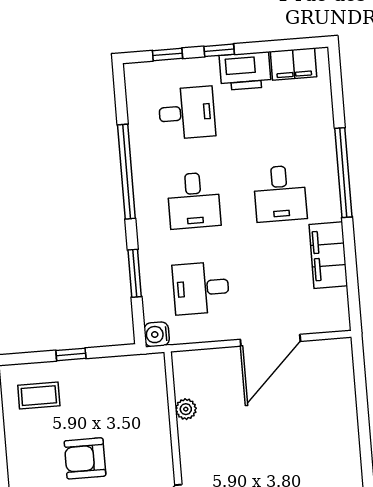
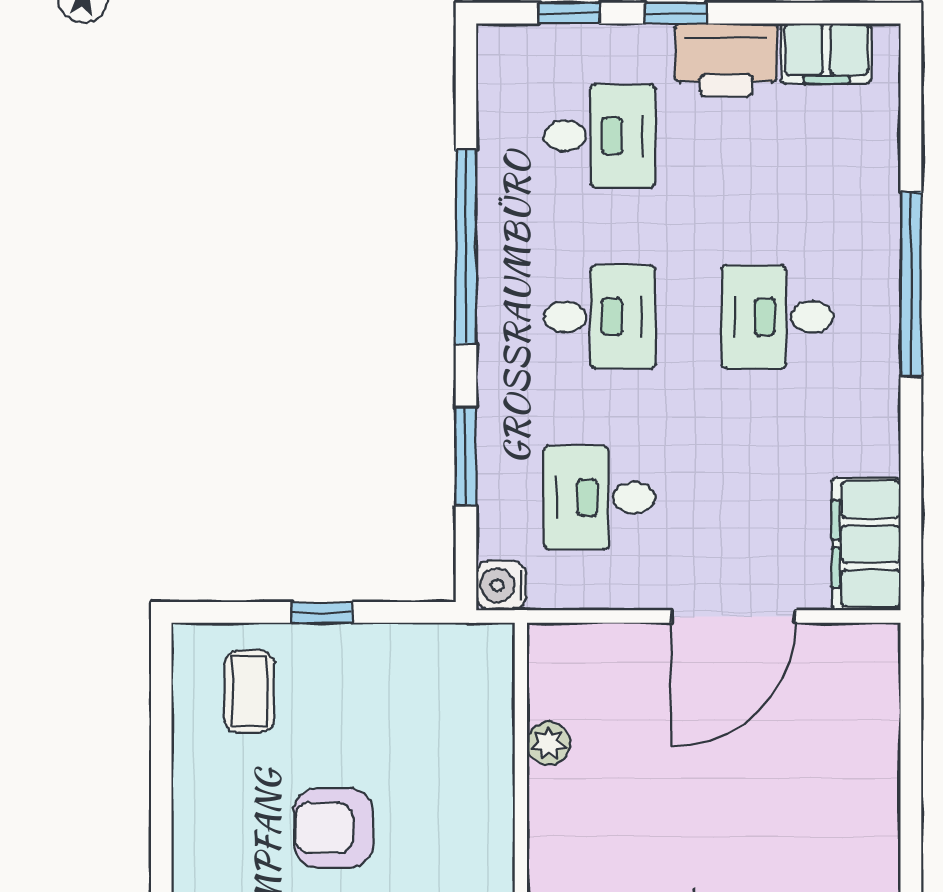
desk: (280, 194) -> (777, 317), turned 90
desk: (194, 200) -> (600, 317), turned -90
filing cabinet: (328, 255) -> (866, 544), moved
coffee table: (39, 396) -> (249, 692), turned 90

